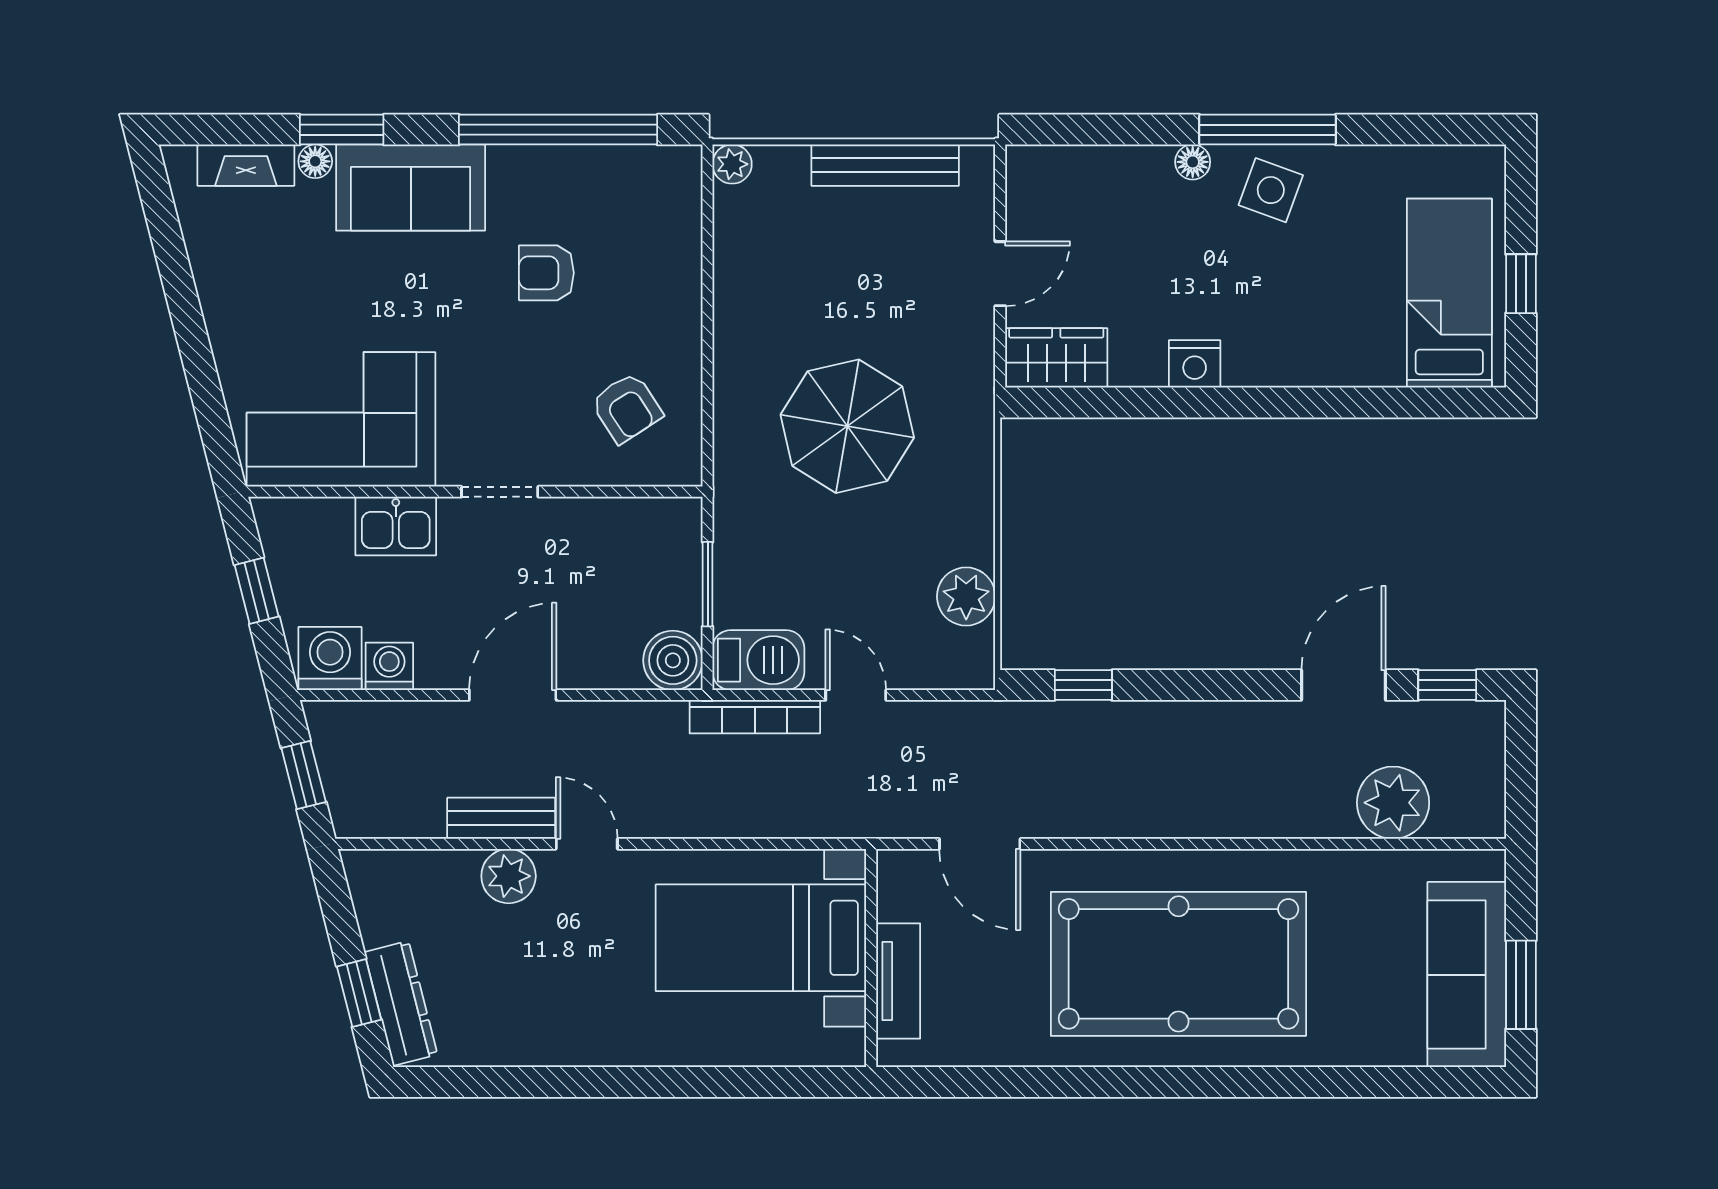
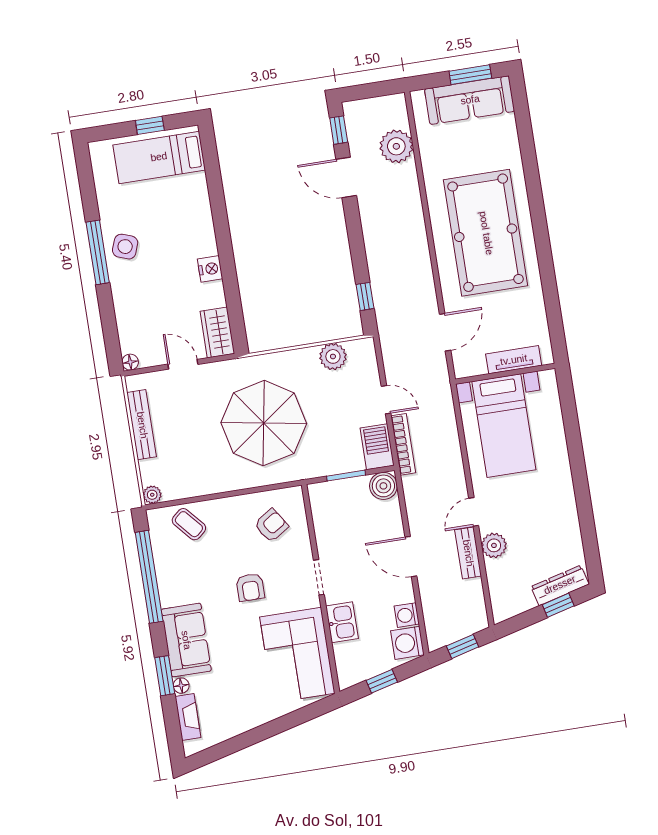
floor lamp: (1193, 162) -> (130, 362), moved
coffee table: (657, 232) -> (189, 524), added
armchair: (546, 273) -> (250, 587), moved
parasol: (847, 426) -> (264, 423), width x1.36, depth x1.36
door: (856, 695) -> (386, 400), swing flipped

